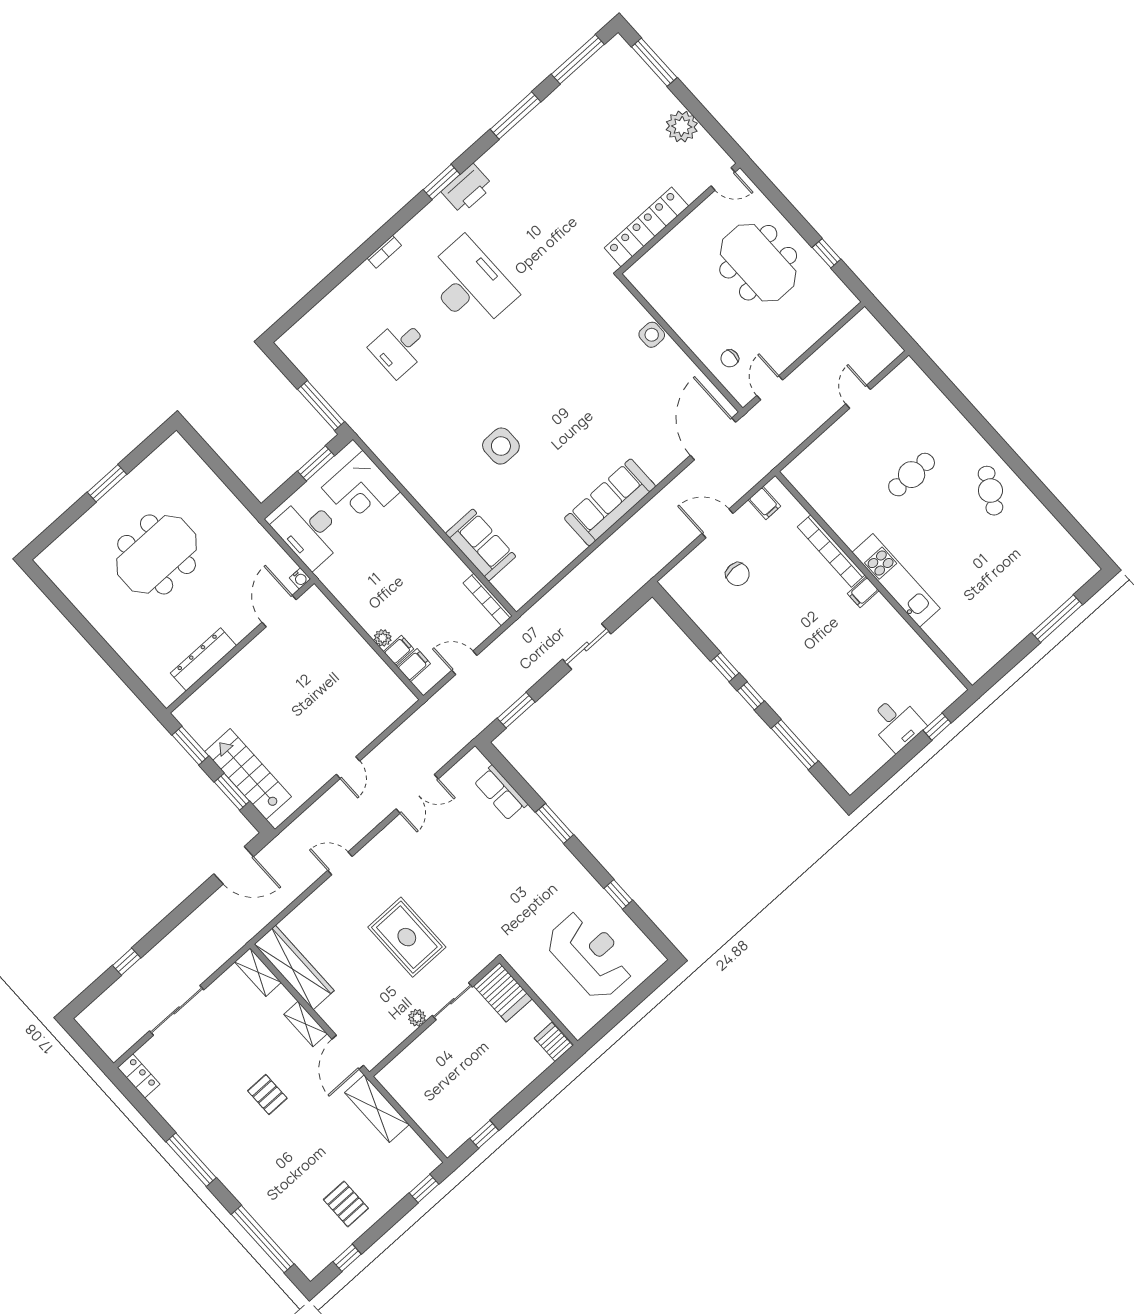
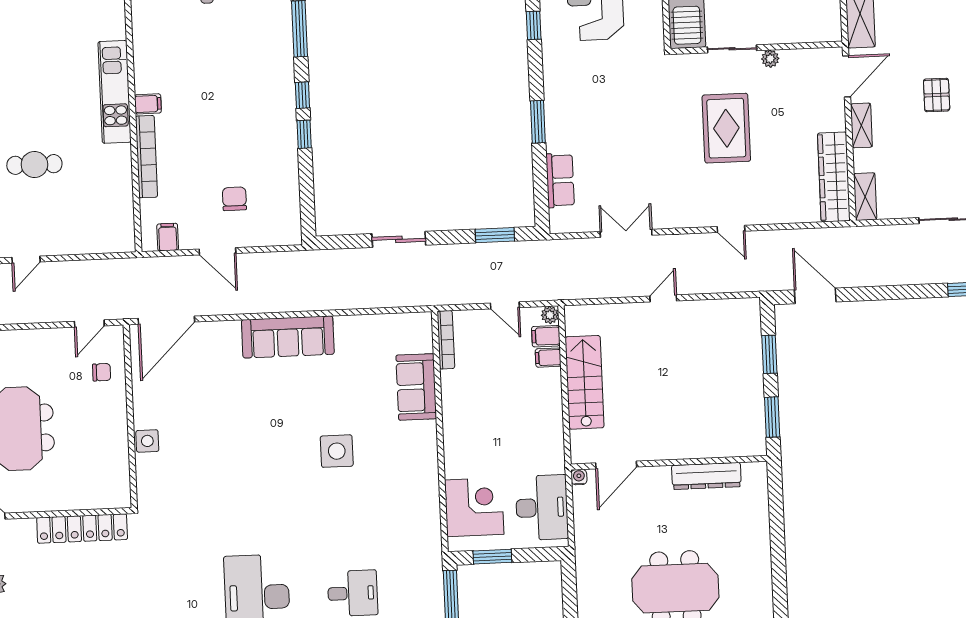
plant: (383, 638) -> (550, 315), moved
stairs: (248, 774) -> (585, 382), moved, turned 180

